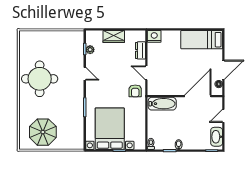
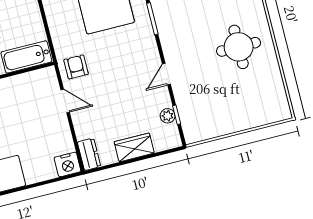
dresser: (140, 50) -> (89, 154), moved
door: (85, 74) -> (166, 74), hinge flipped
round table: (40, 79) -> (239, 47), width x0.73, depth x0.73

